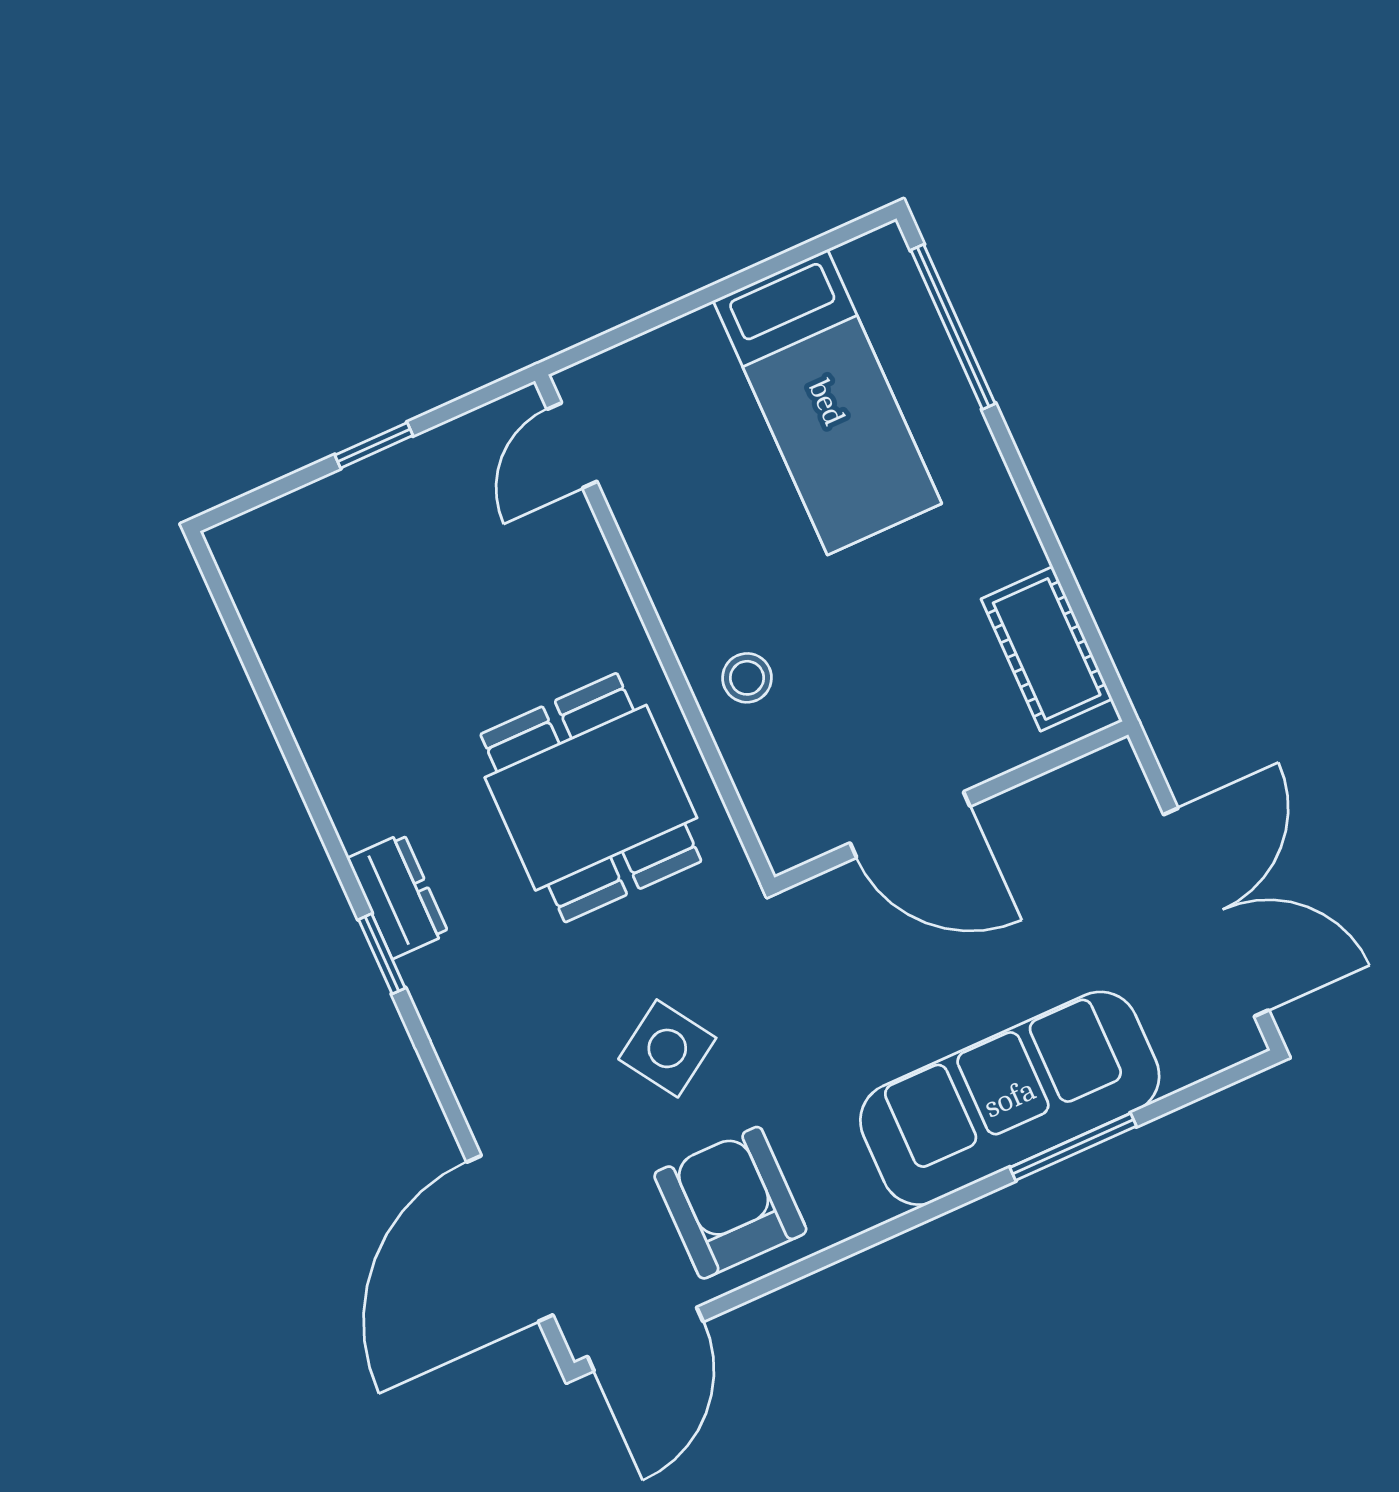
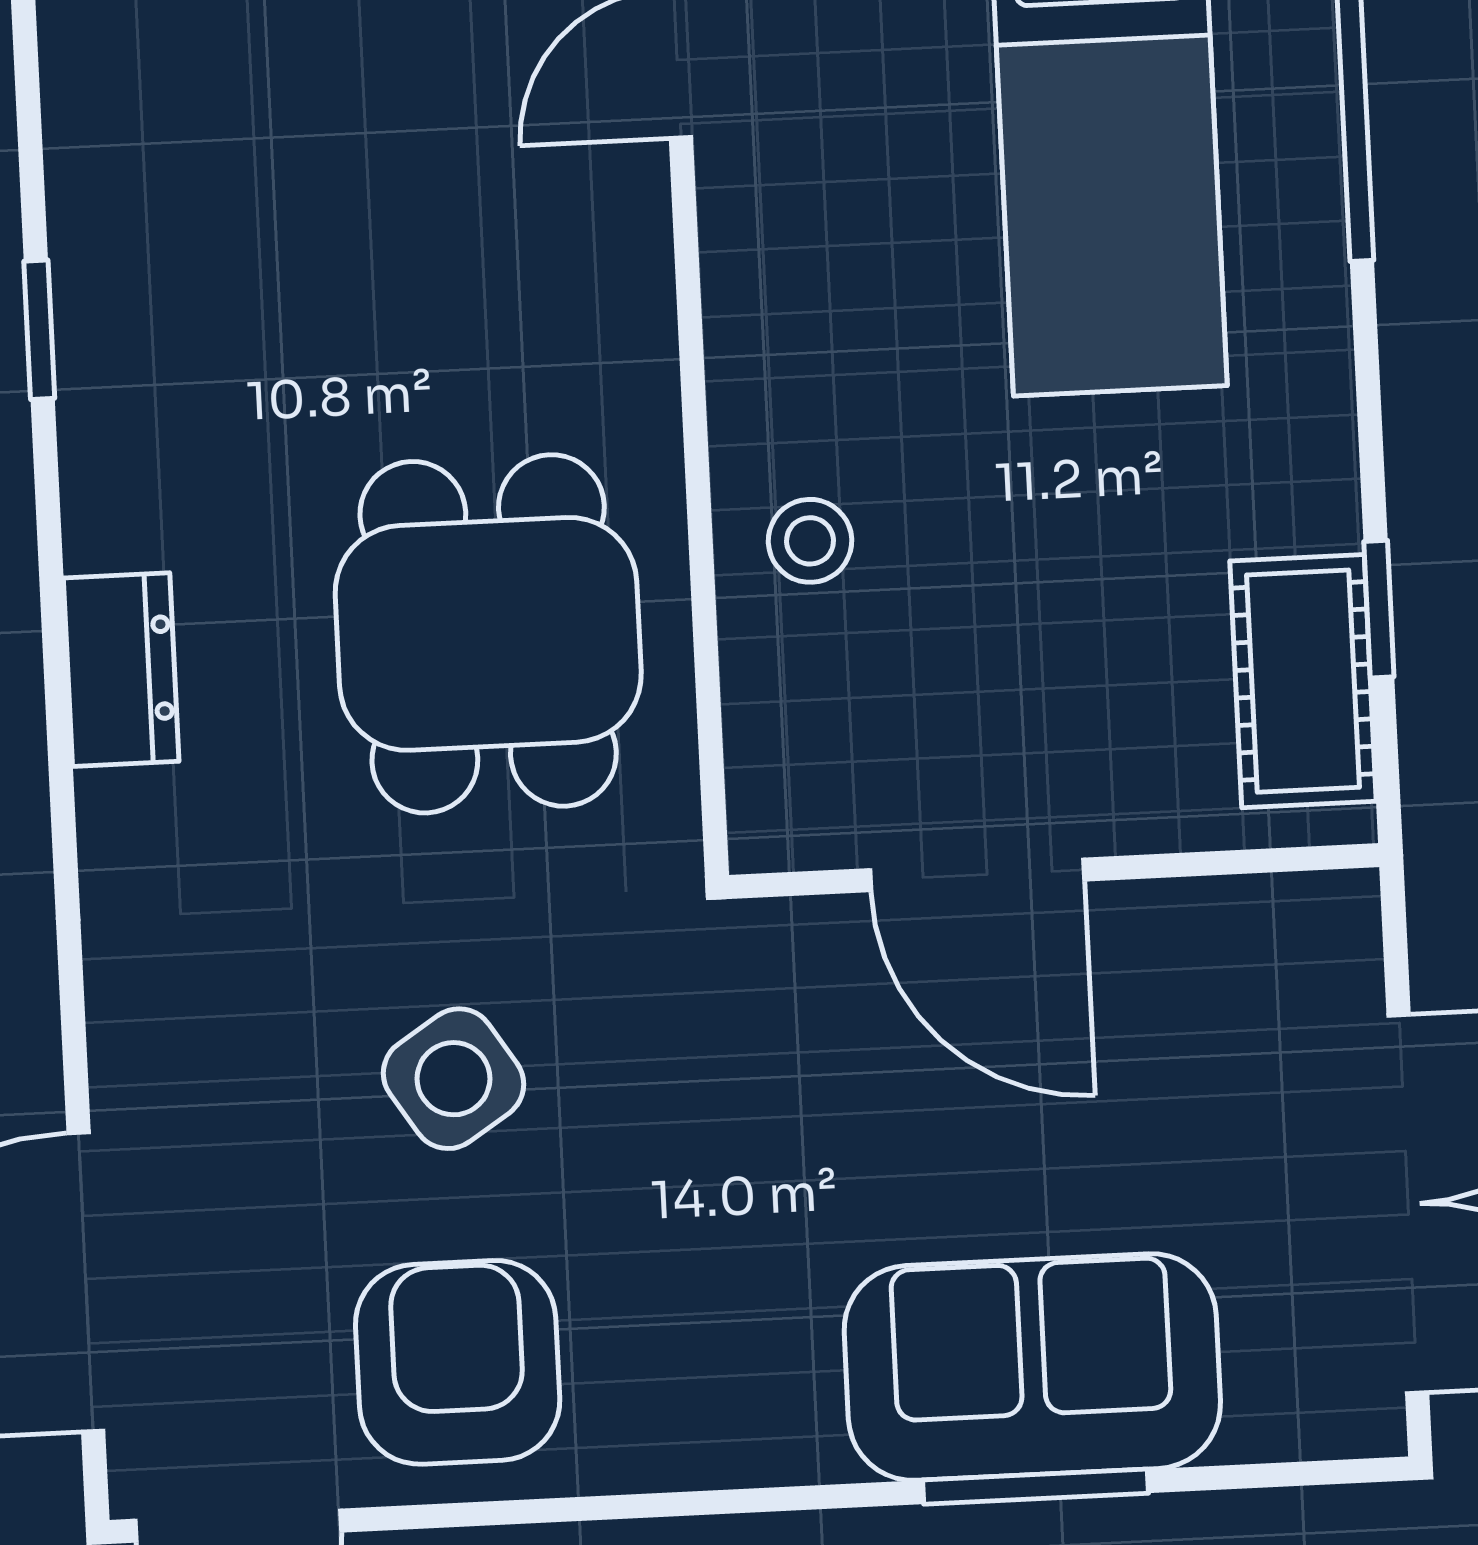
window: (1073, 593) -> (1379, 609), added
window: (382, 954) -> (39, 330), moved
sofa: (1010, 1098) -> (1032, 1367), width x0.73

